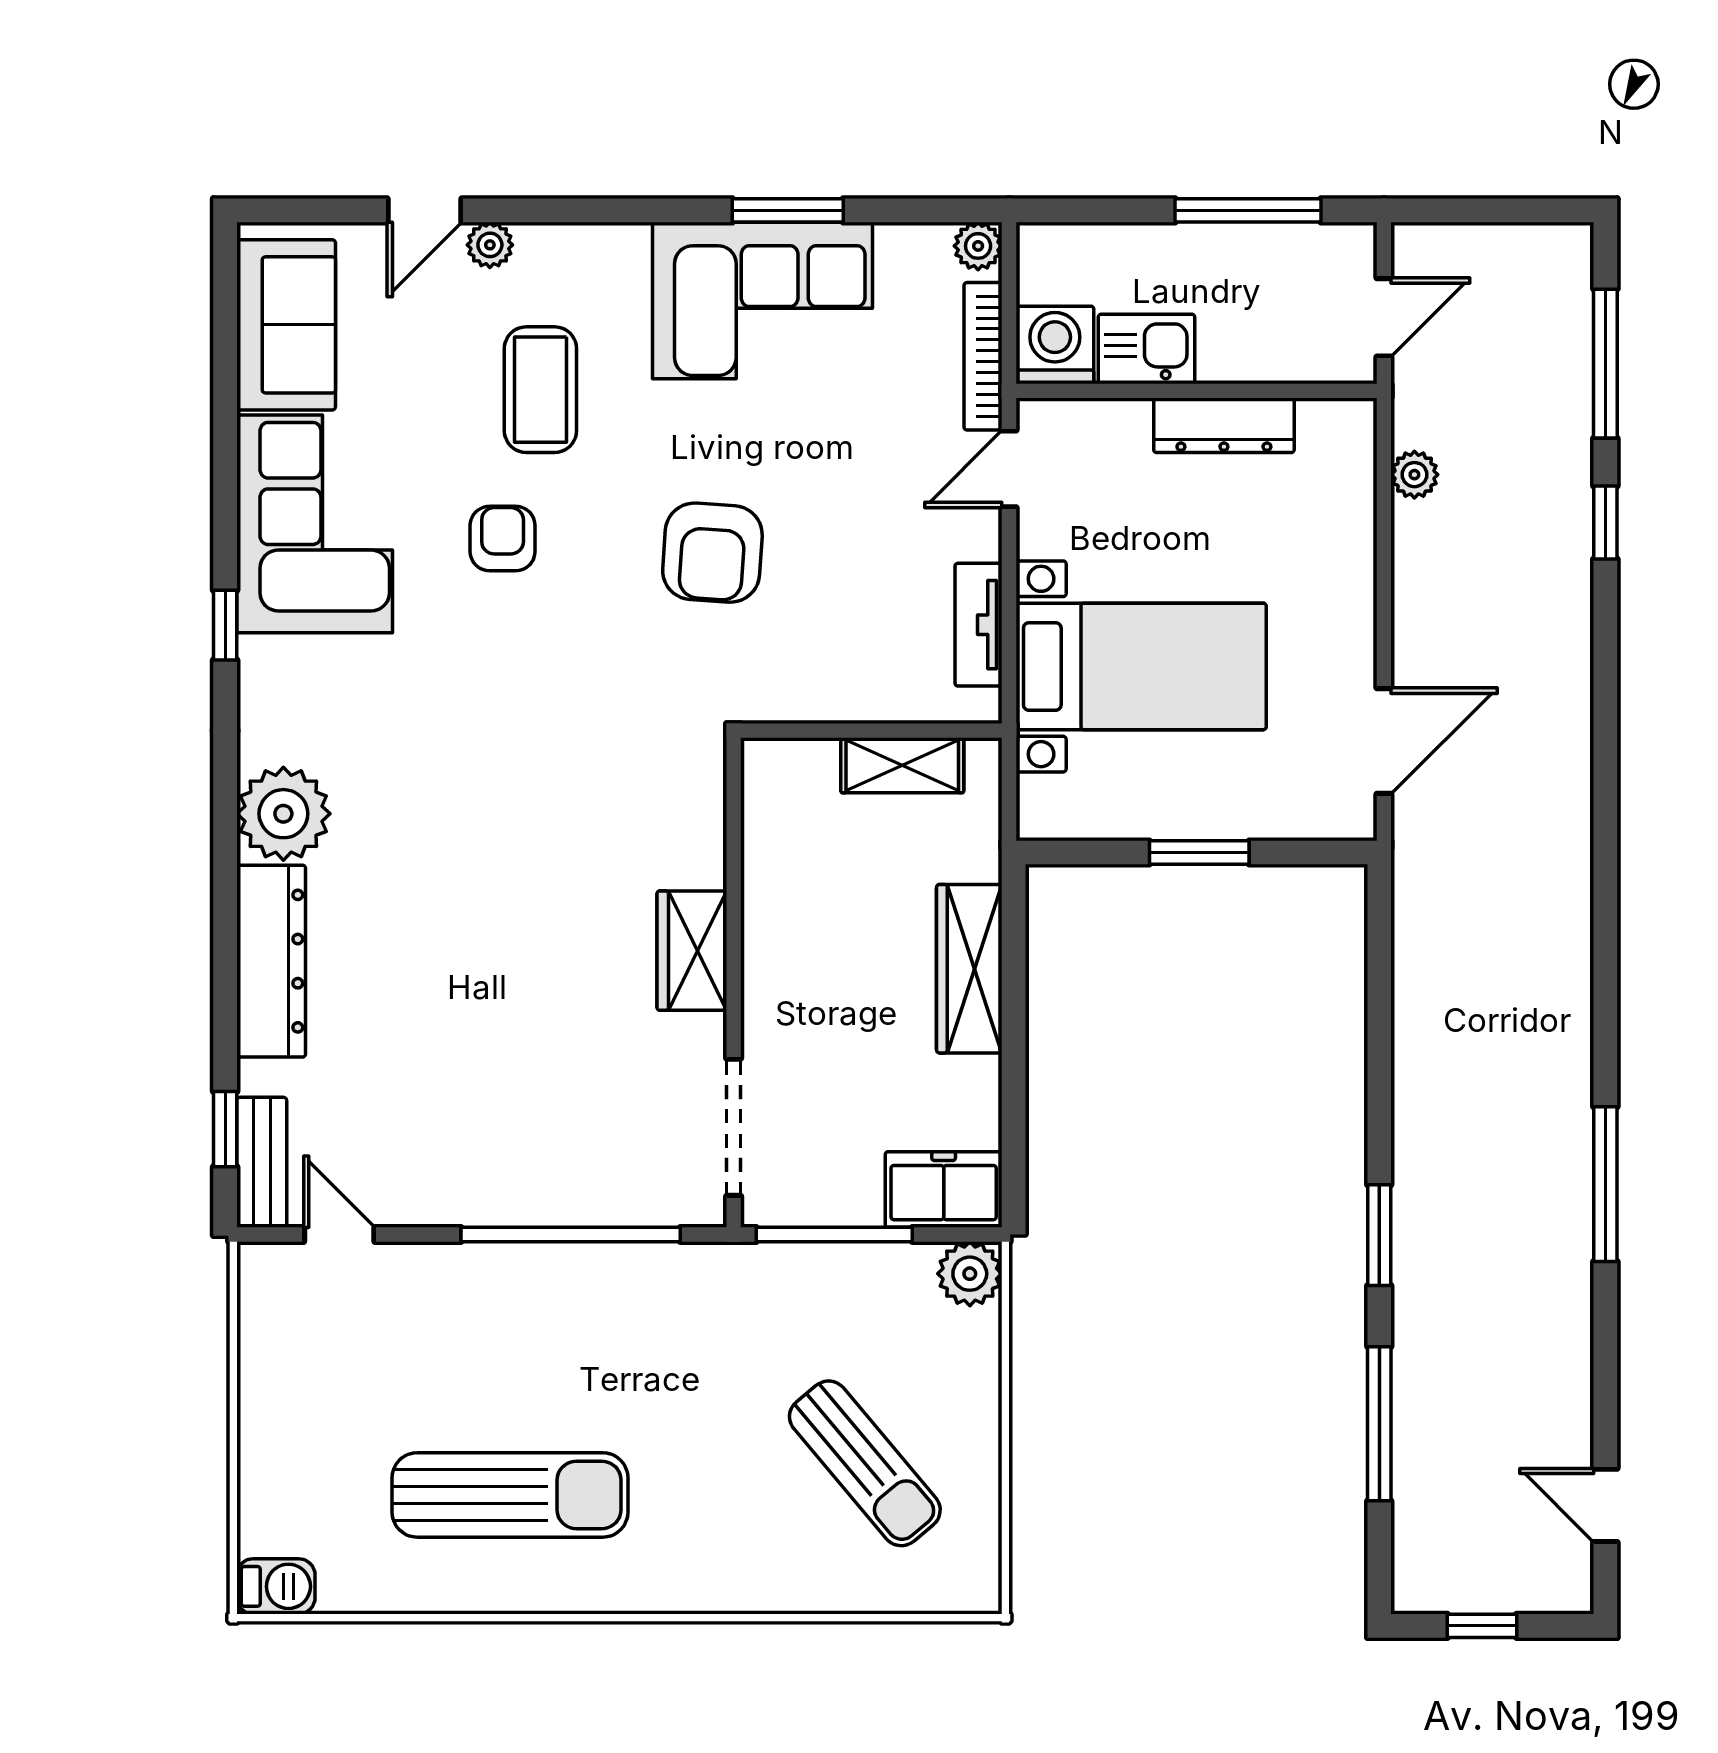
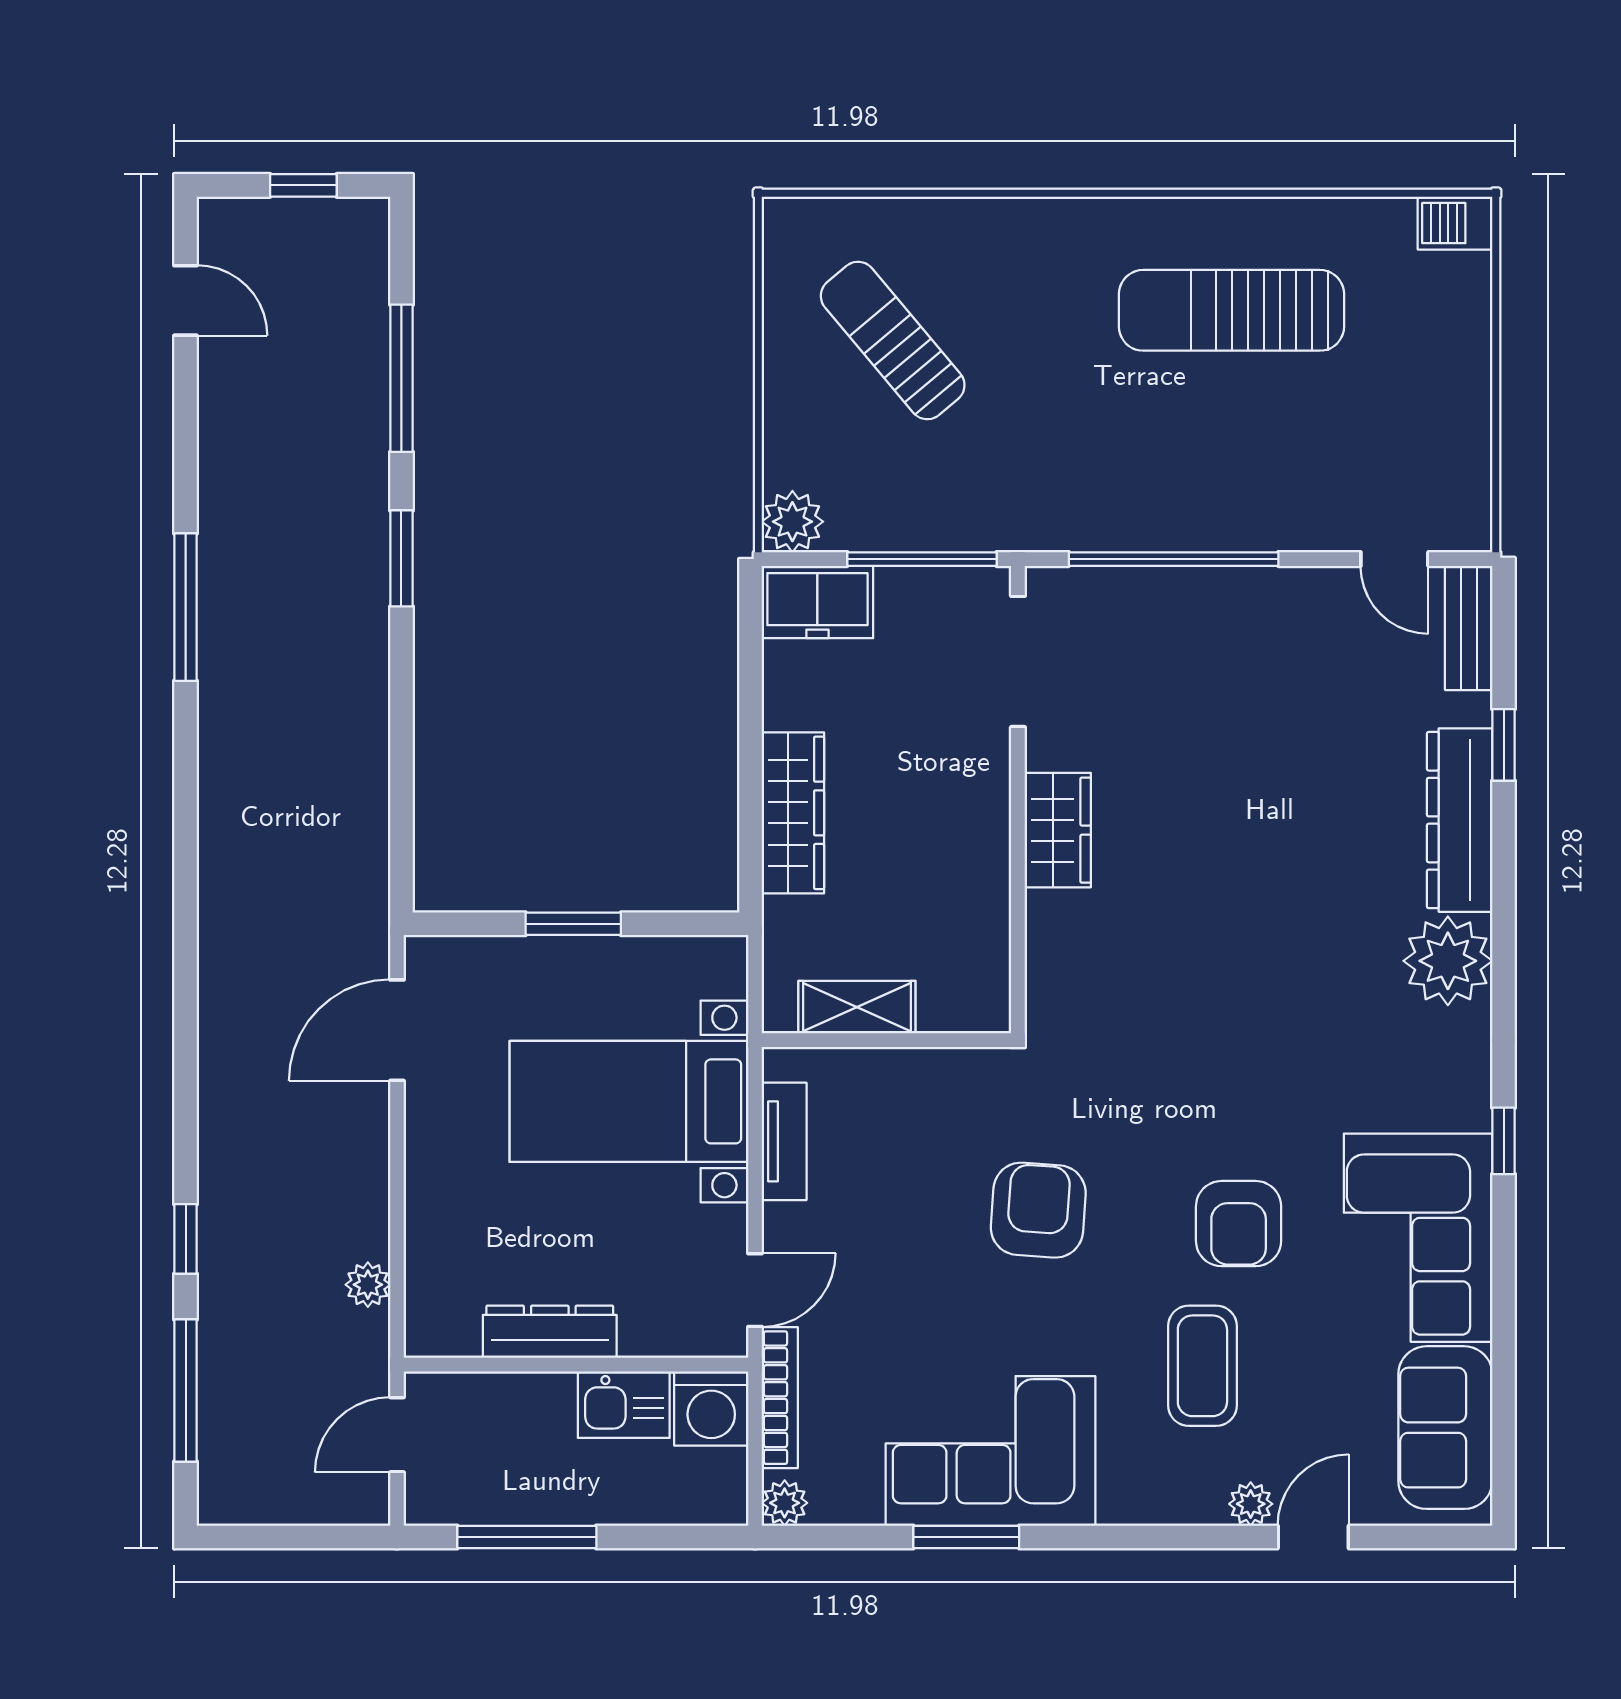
armchair: (503, 539) -> (1239, 1224), width x1.38, depth x1.38
window: (225, 1129) -> (1504, 745), moved

